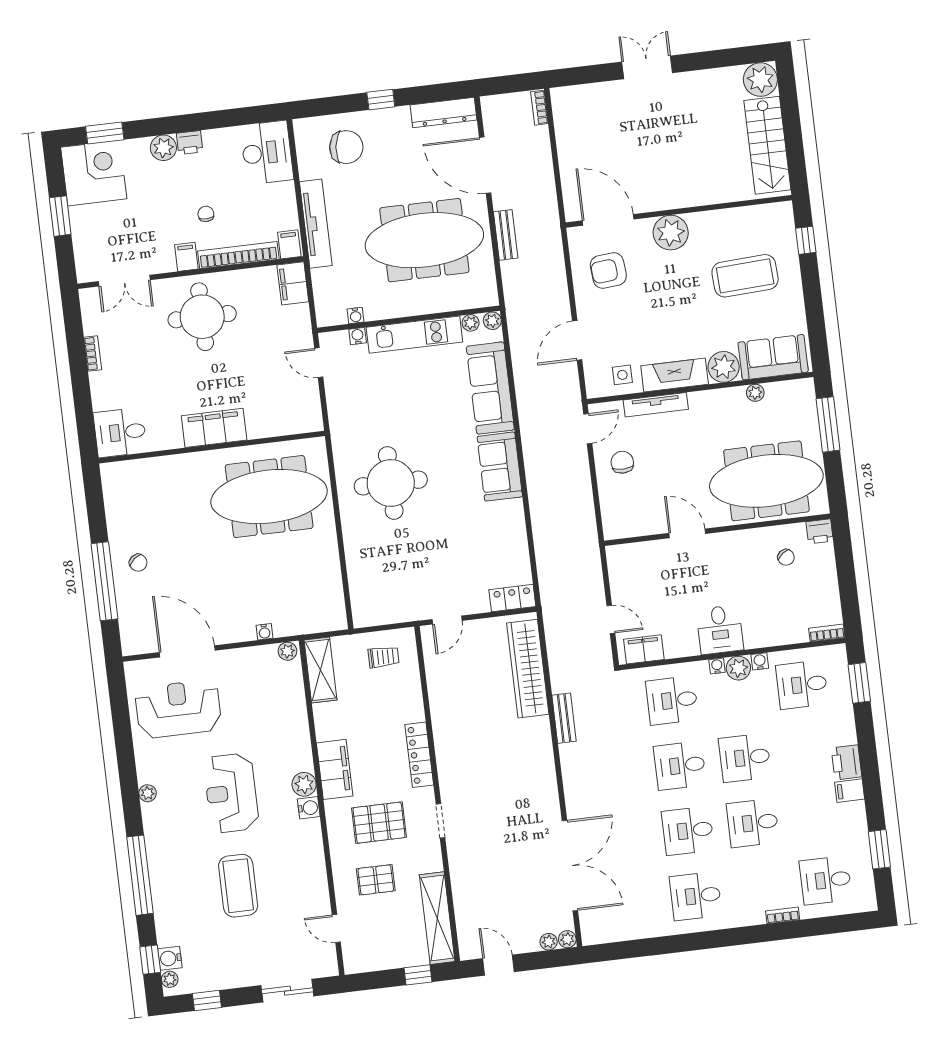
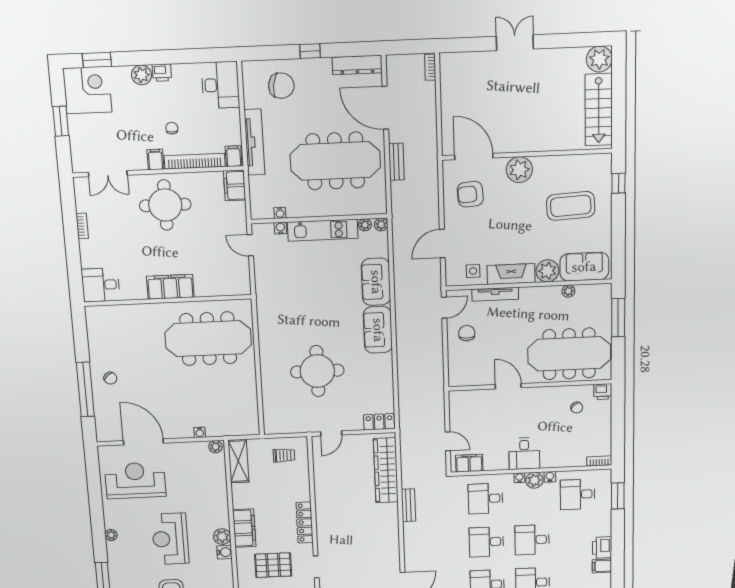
sofa: (490, 388) -> (376, 282), width x0.73
round table: (391, 483) -> (317, 371), moved

